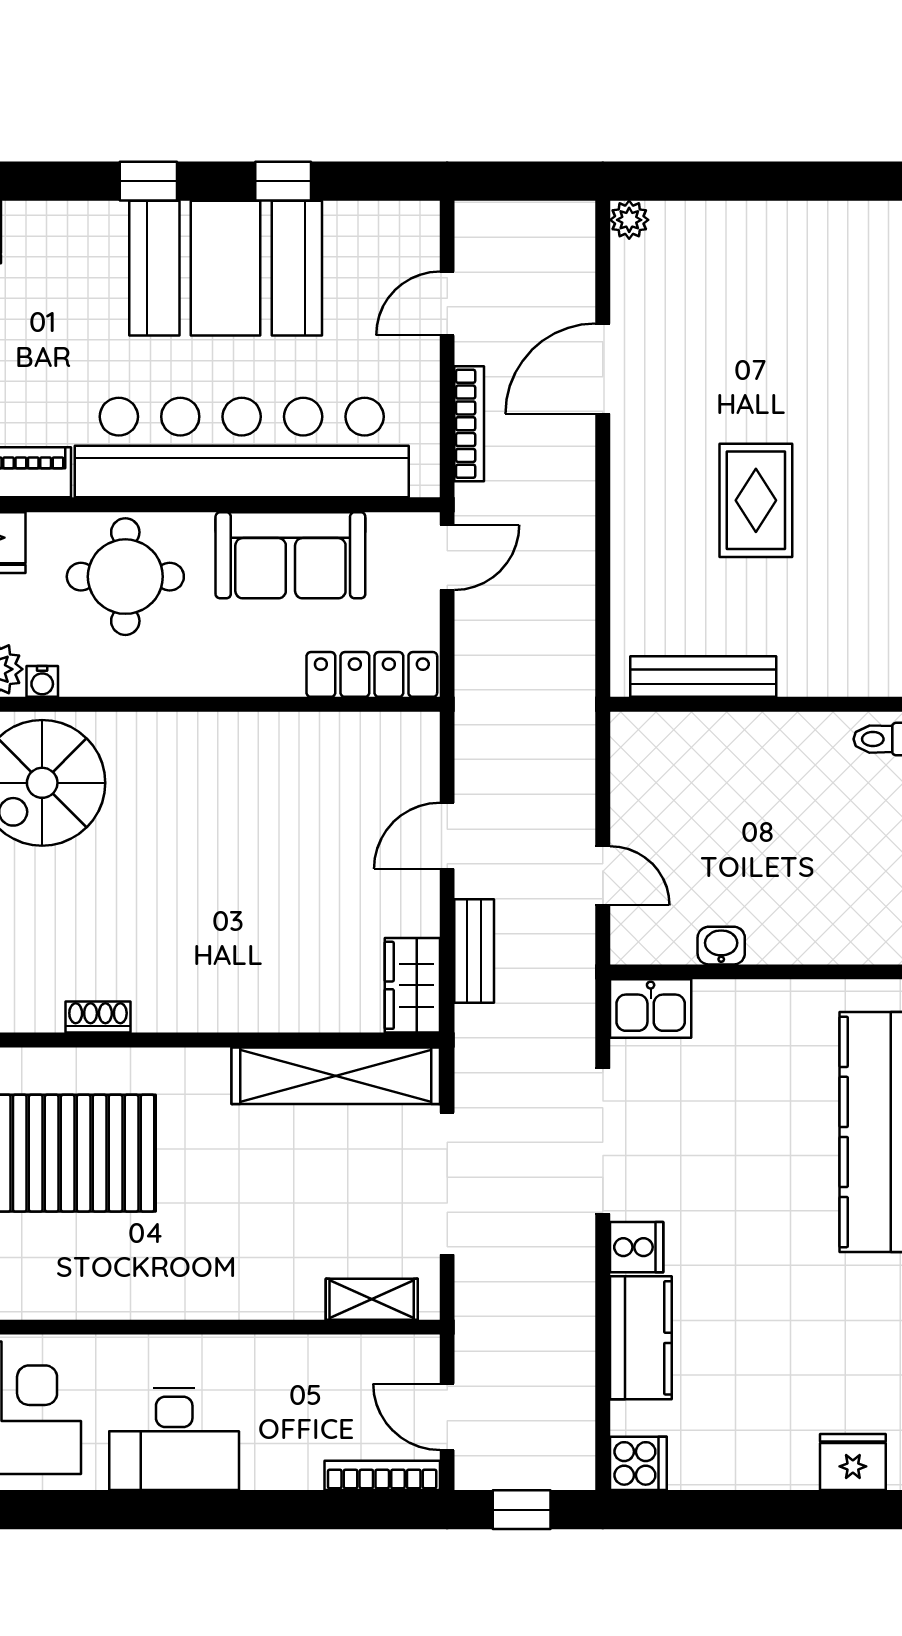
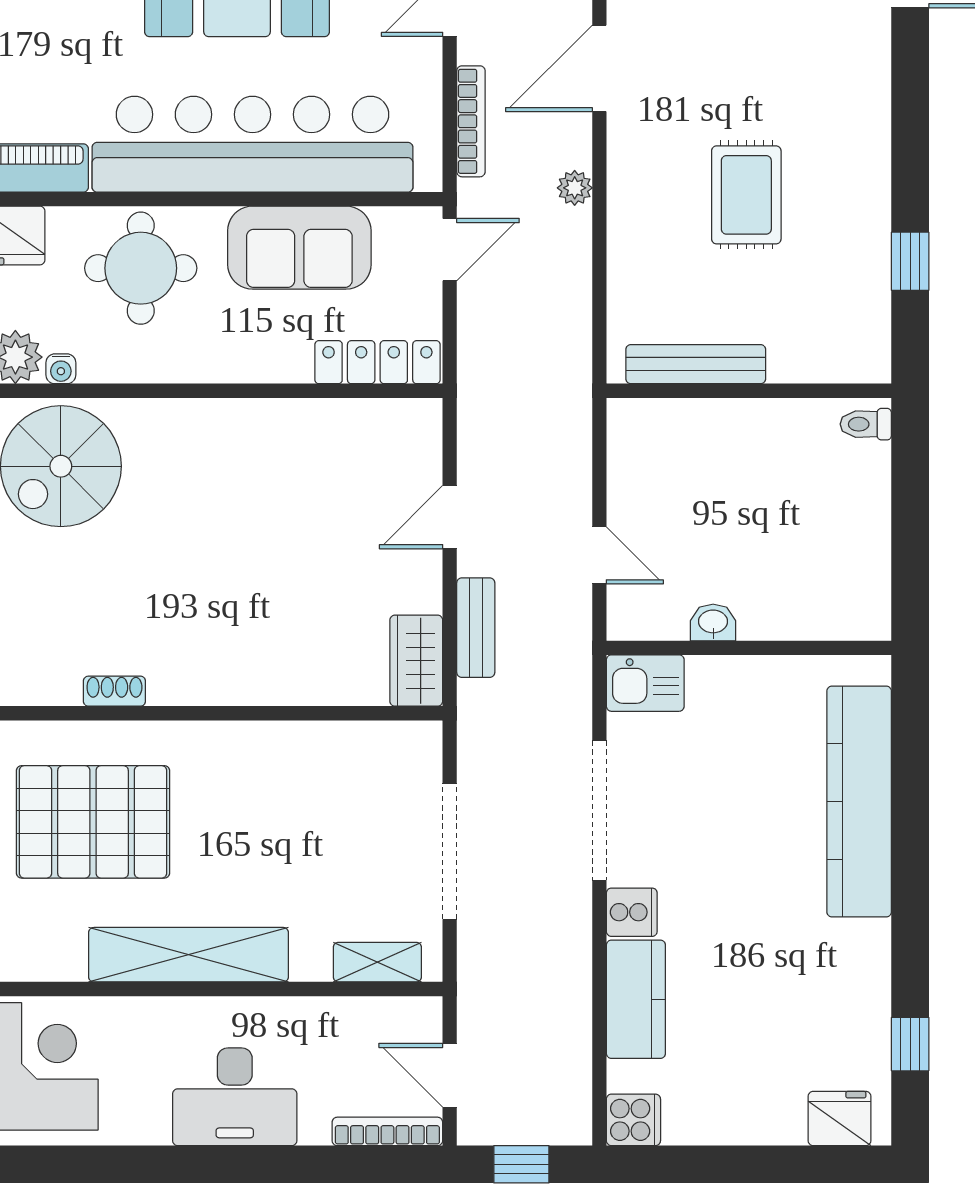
plant: (577, 493) -> (575, 188), added
shelving: (336, 1076) -> (189, 955), moved
desk: (174, 1439) -> (235, 1097), moved

